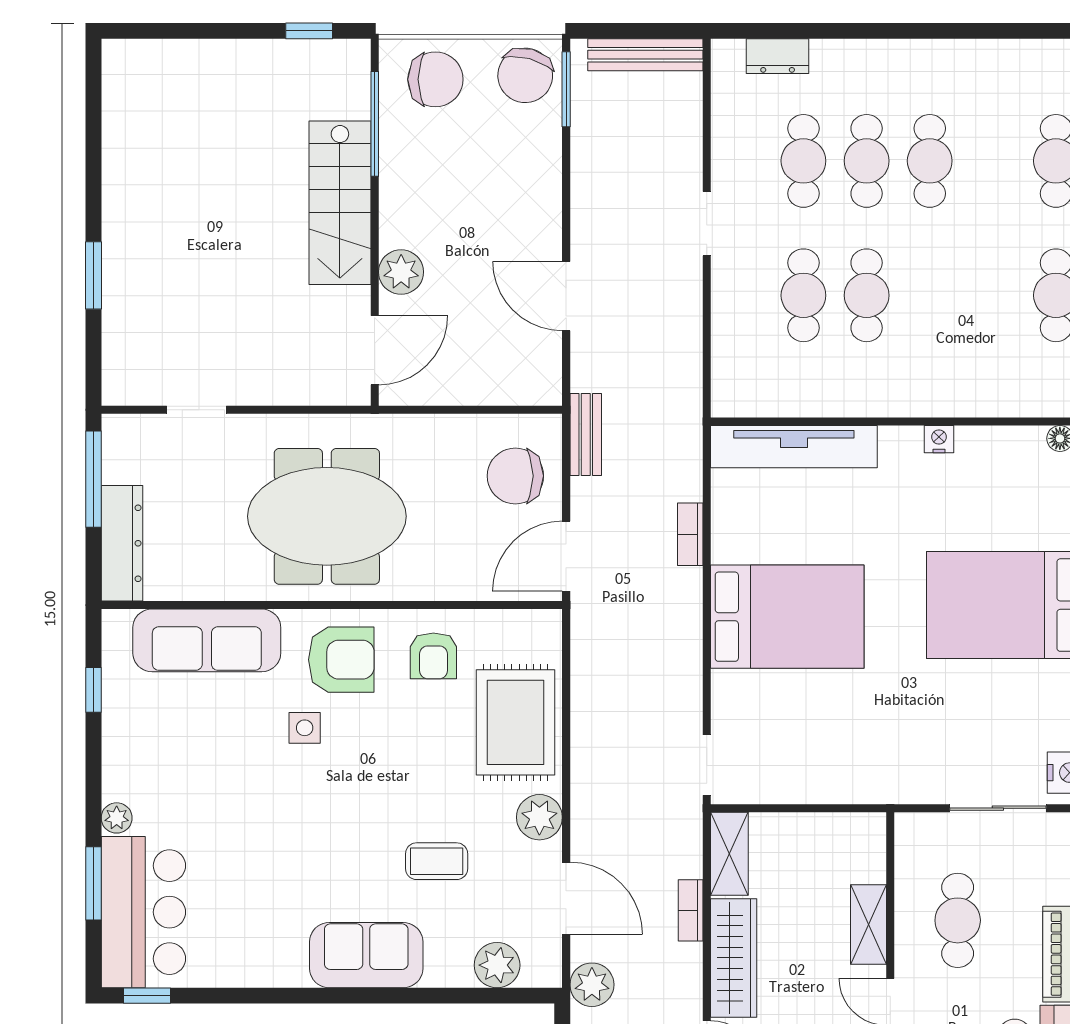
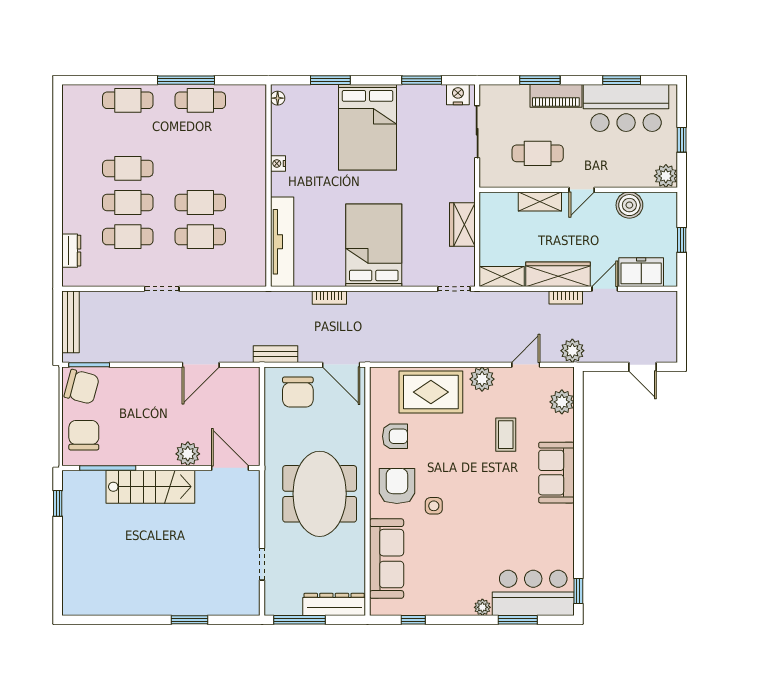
wardrobe: (826, 781) -> (462, 224), added
door: (566, 898) -> (526, 365), width x0.73
bookcase: (691, 910) -> (566, 297), moved

